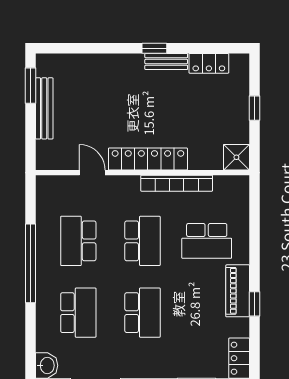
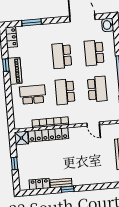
locker: (148, 159) -> (48, 135), moved

